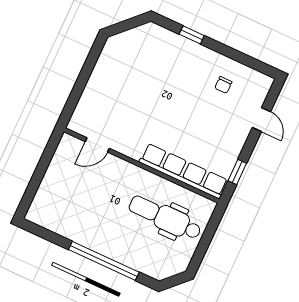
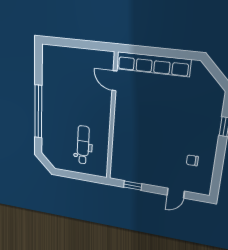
row of seats: (184, 171) -> (153, 64), moved, turned 90
dental chair: (165, 218) -> (83, 145), width x0.73, depth x0.72

